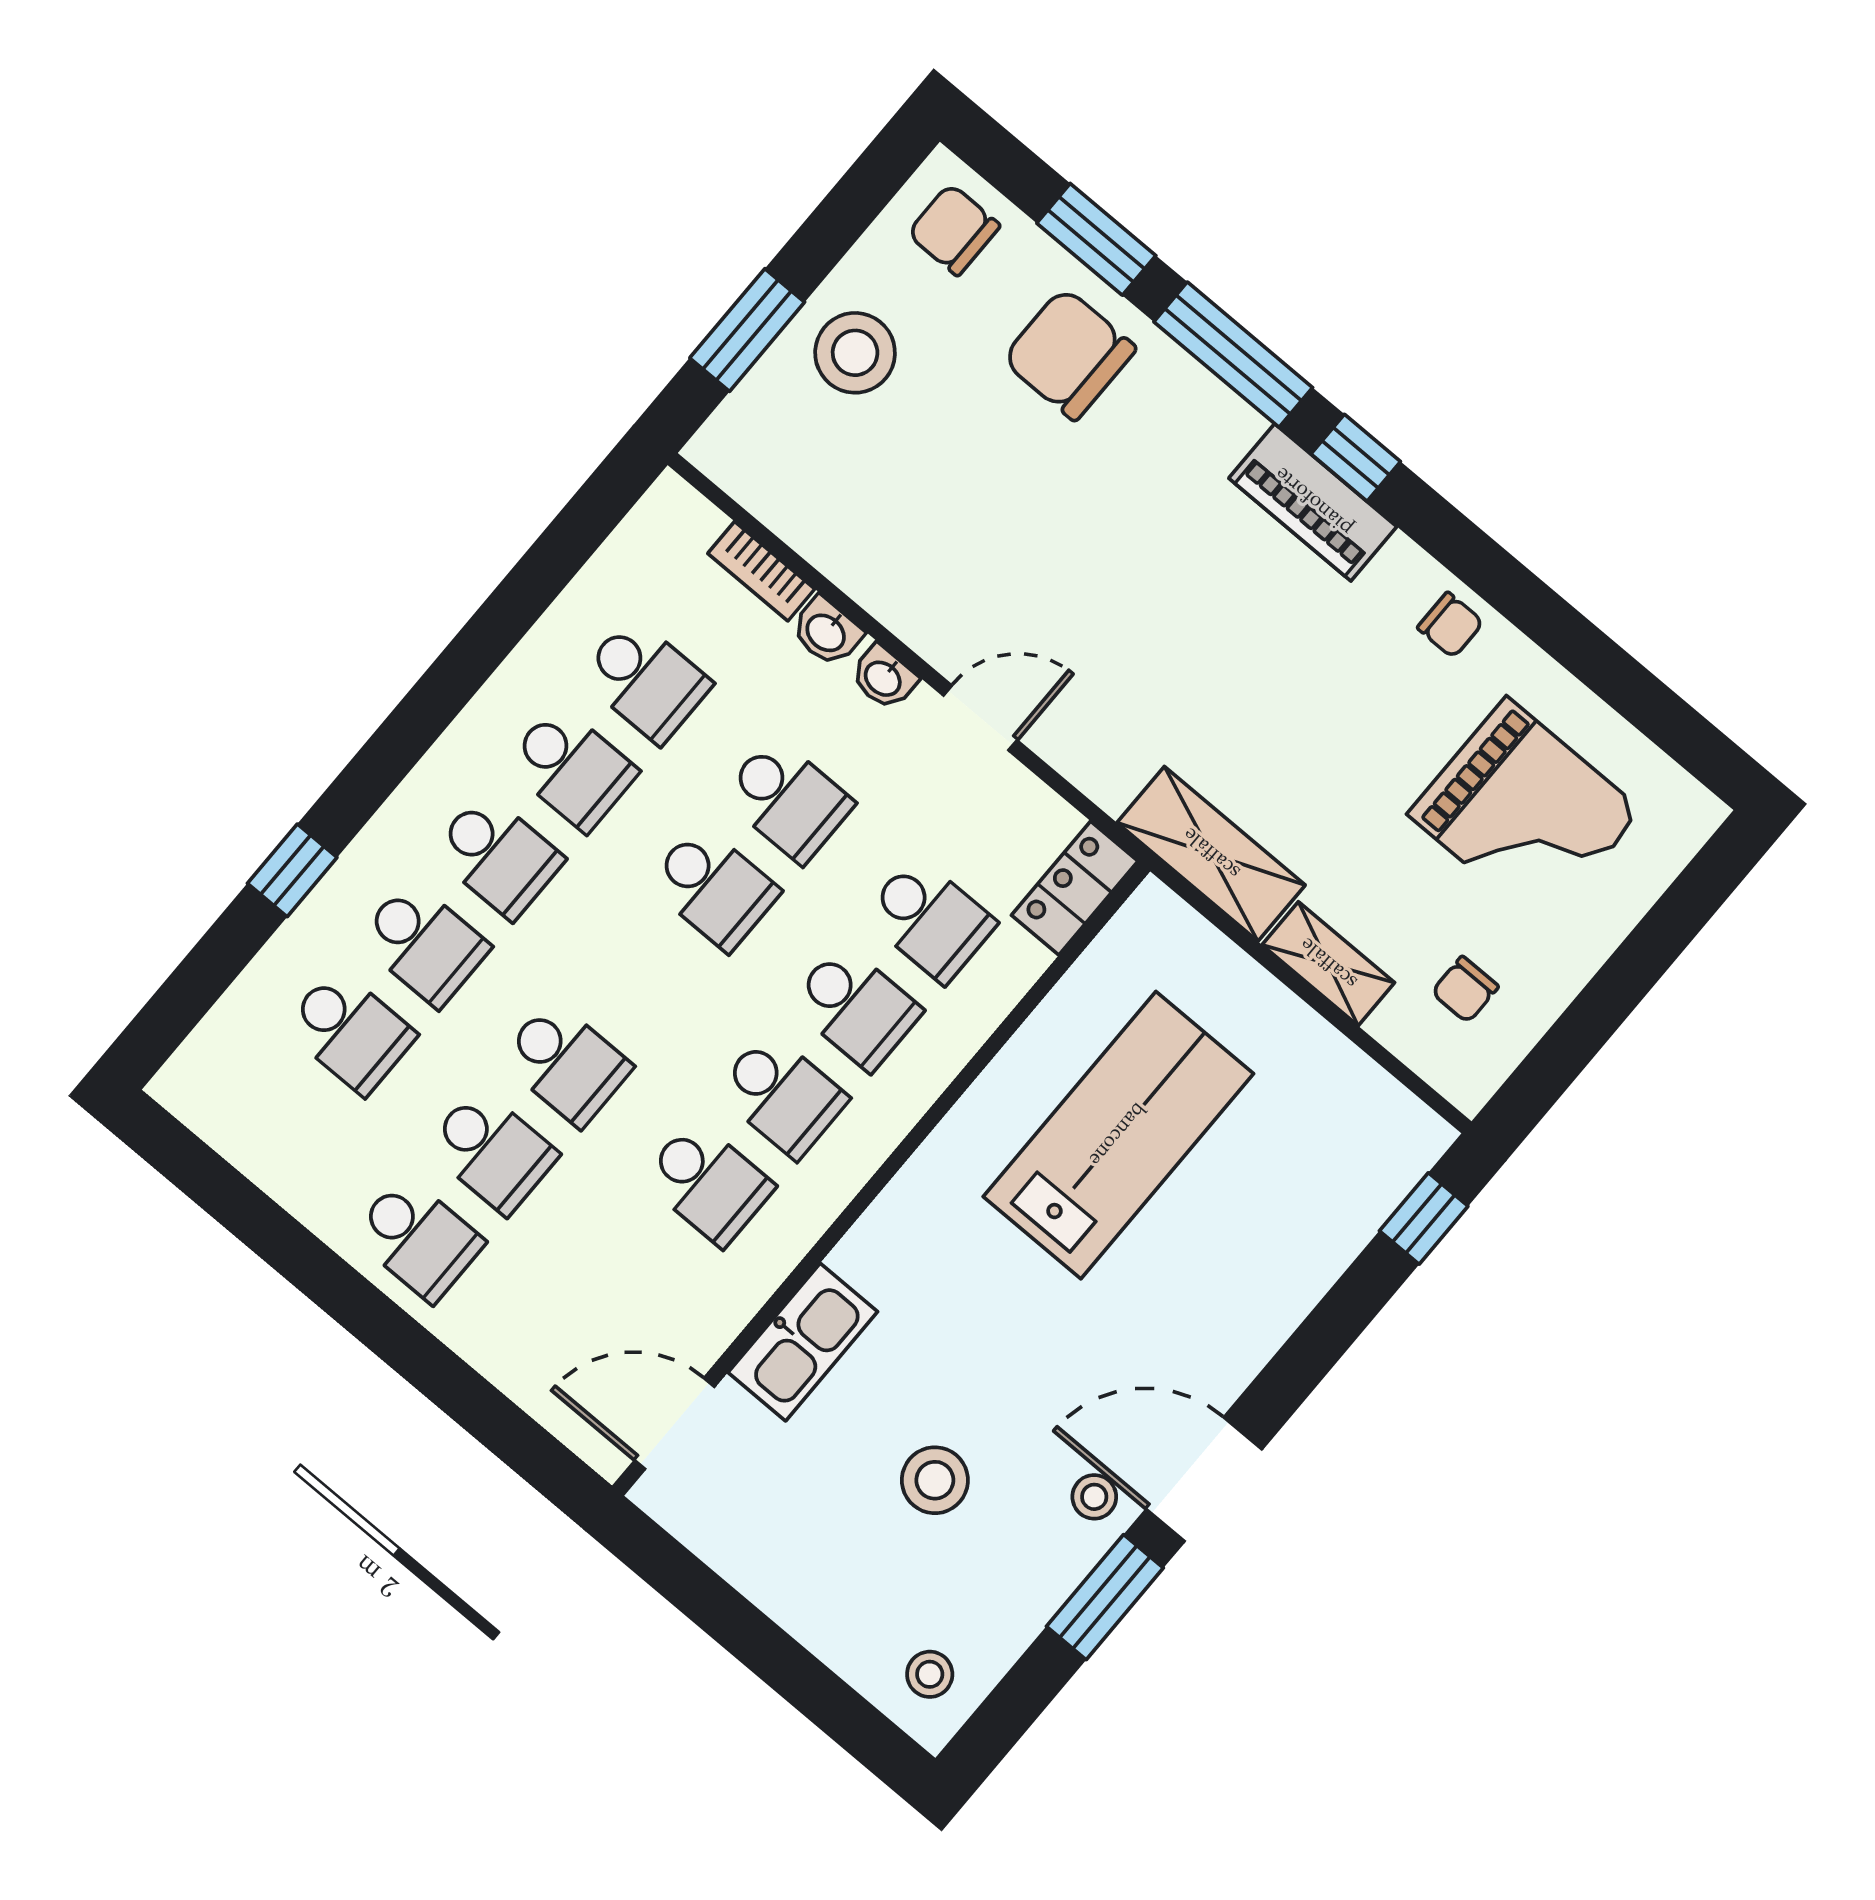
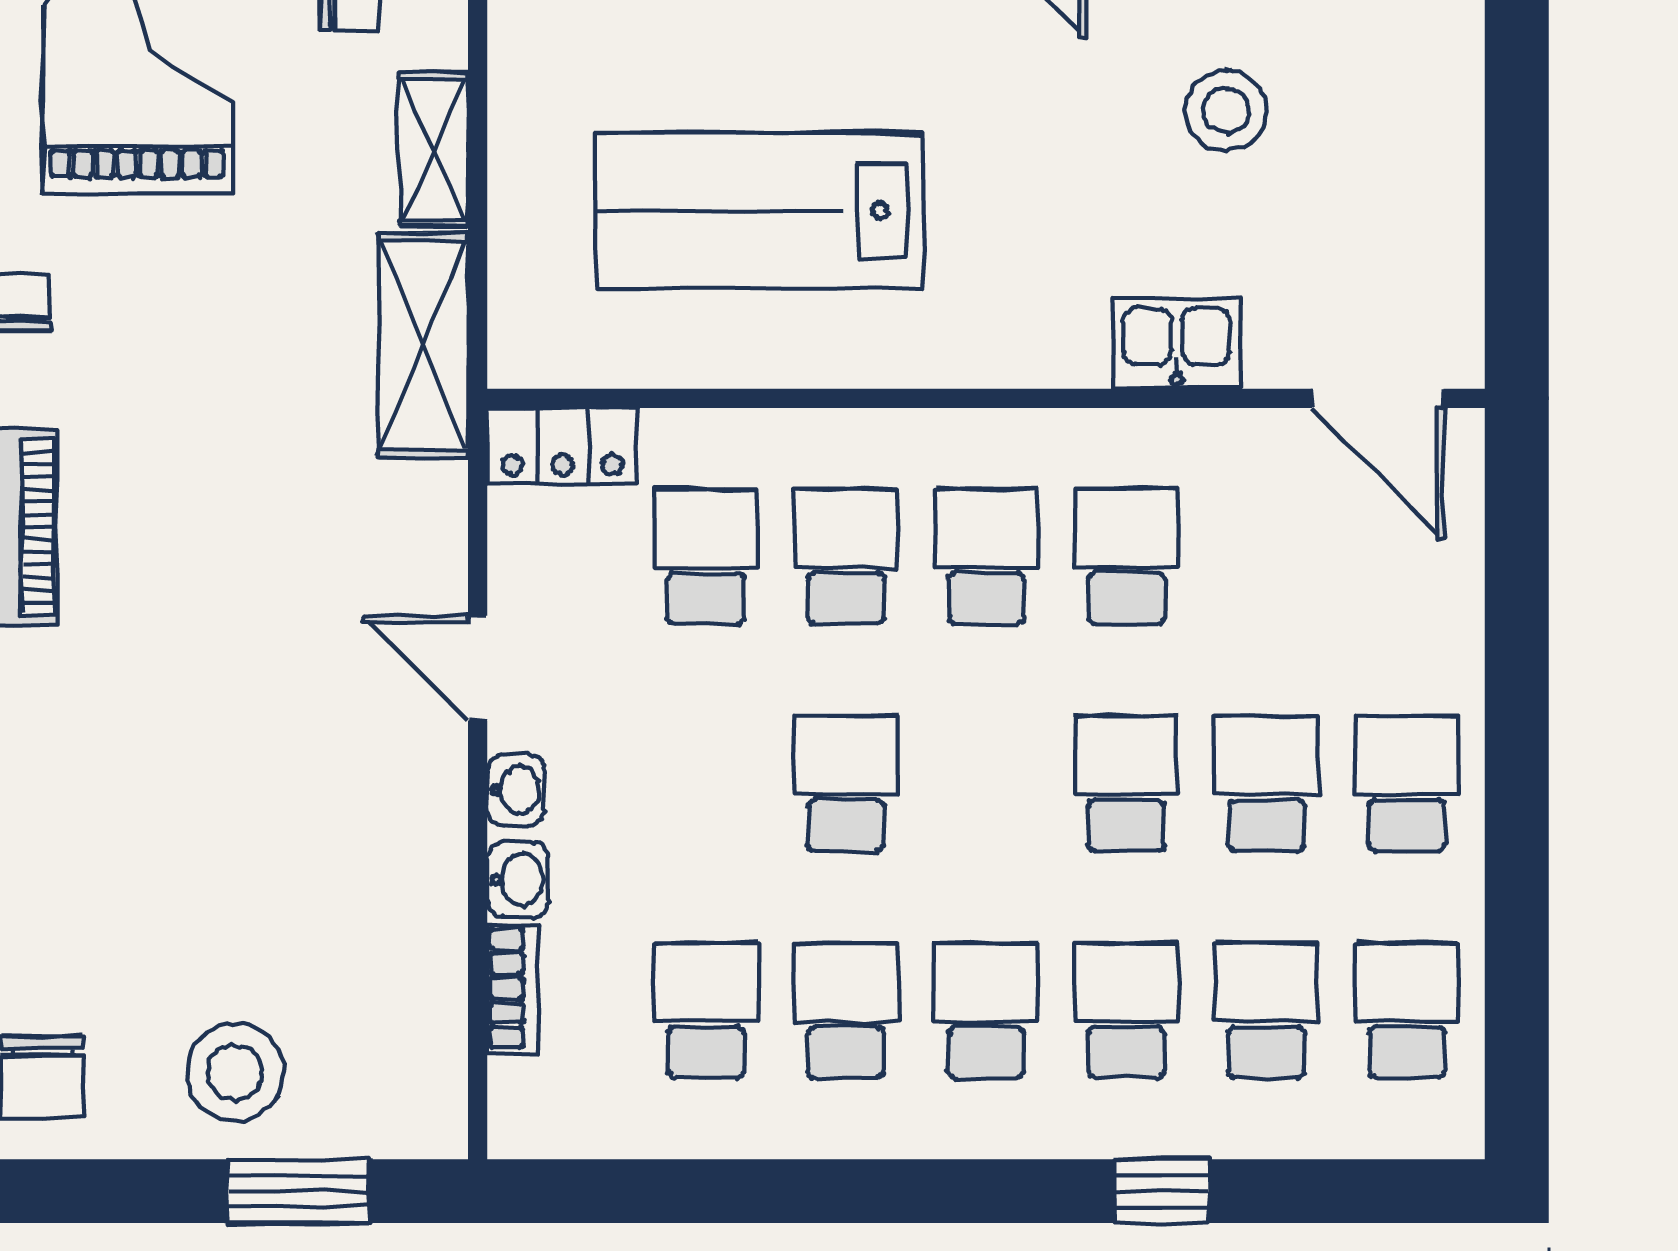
chair: (1069, 354) -> (68, 871), removed
school desk: (788, 800) -> (1407, 1011), moved
kitchen sink: (803, 1342) -> (1177, 343), width x0.73

